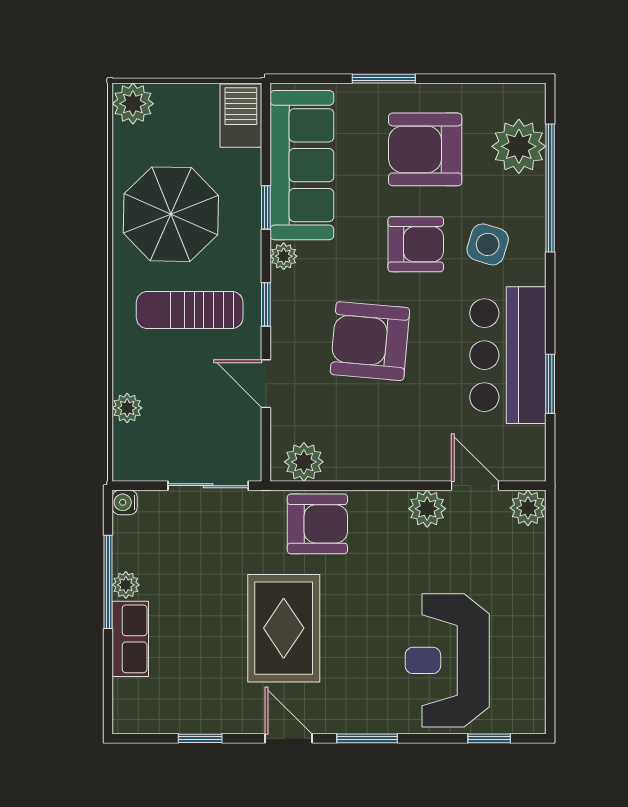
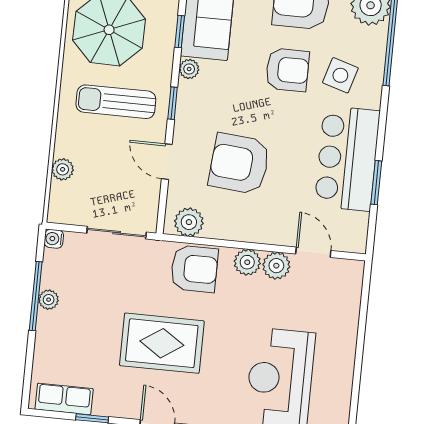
armchair: (370, 341) -> (239, 164), moved
plant: (528, 508) -> (247, 262), moved
rug: (284, 628) -> (162, 343), turned 90
row of seats: (130, 639) -> (64, 399), moved, turned -90

